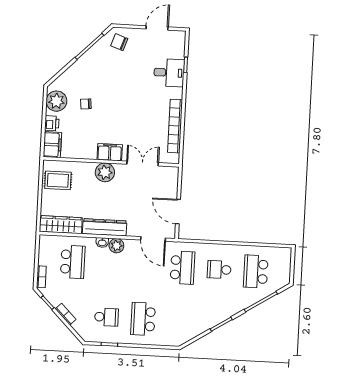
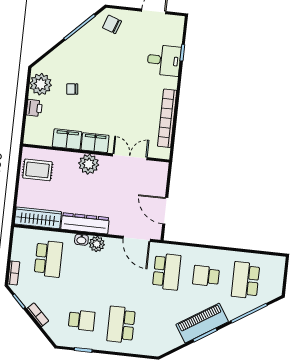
filing cabinet: (52, 145) -> (67, 139), moved, turned -90
piano: (218, 313) -> (202, 323), added

